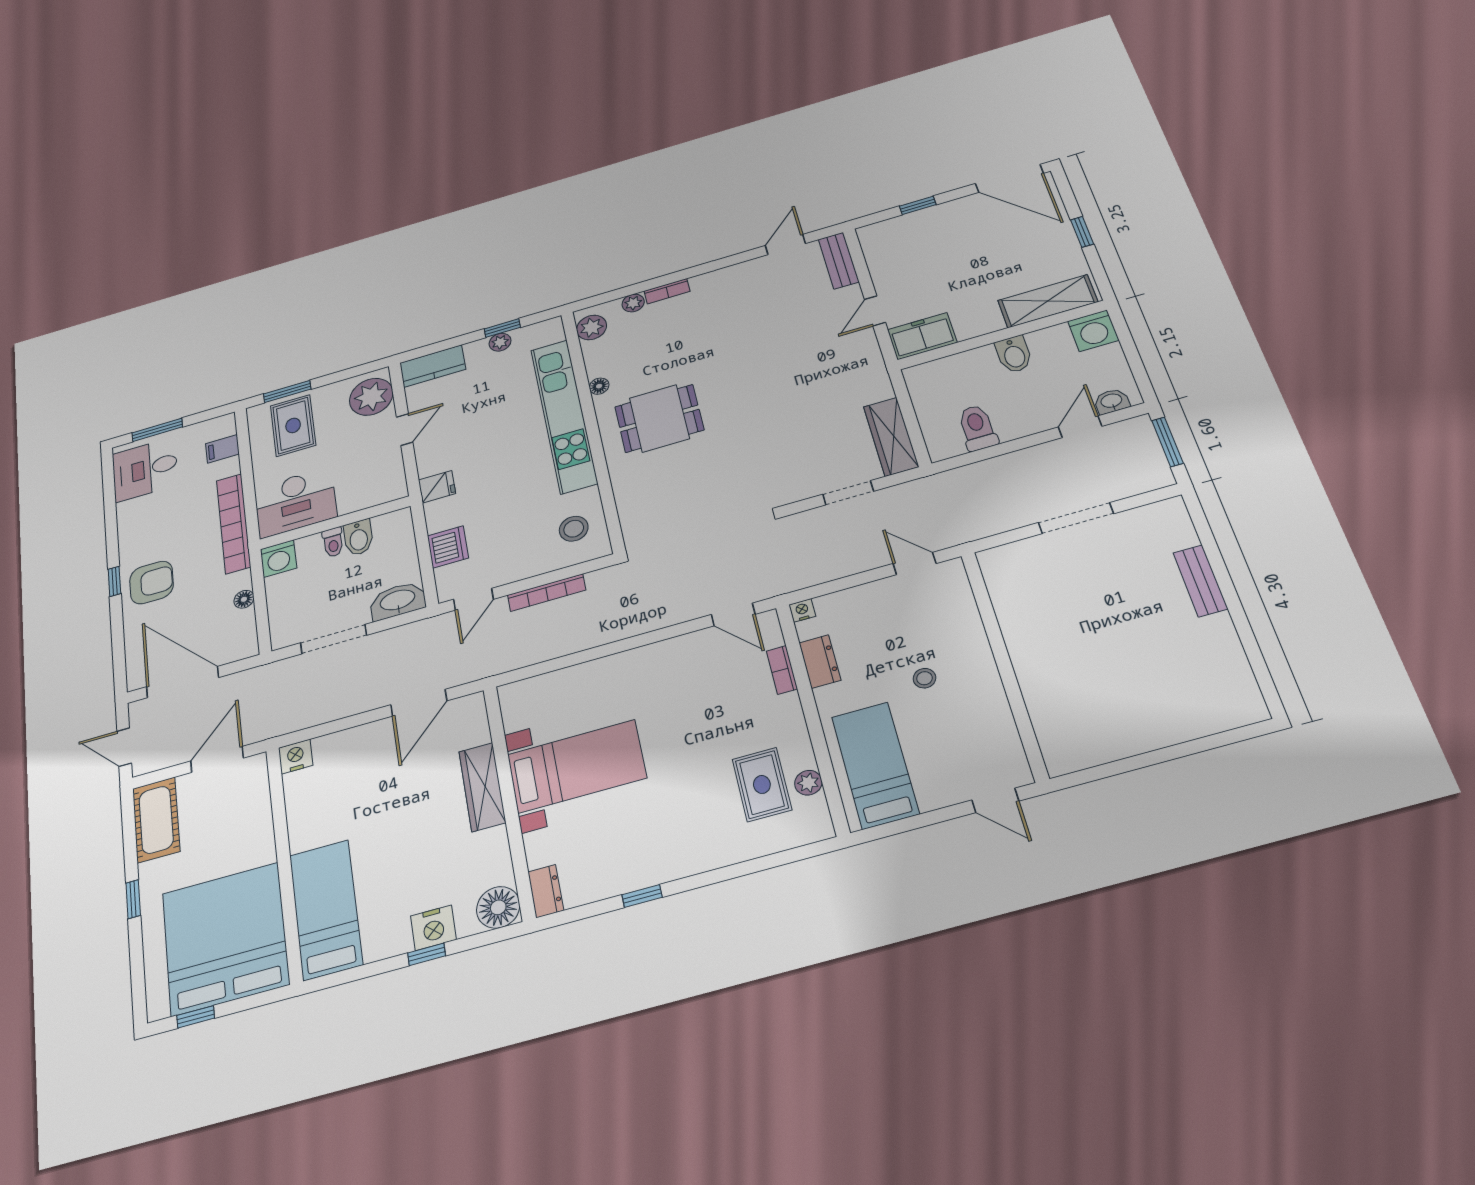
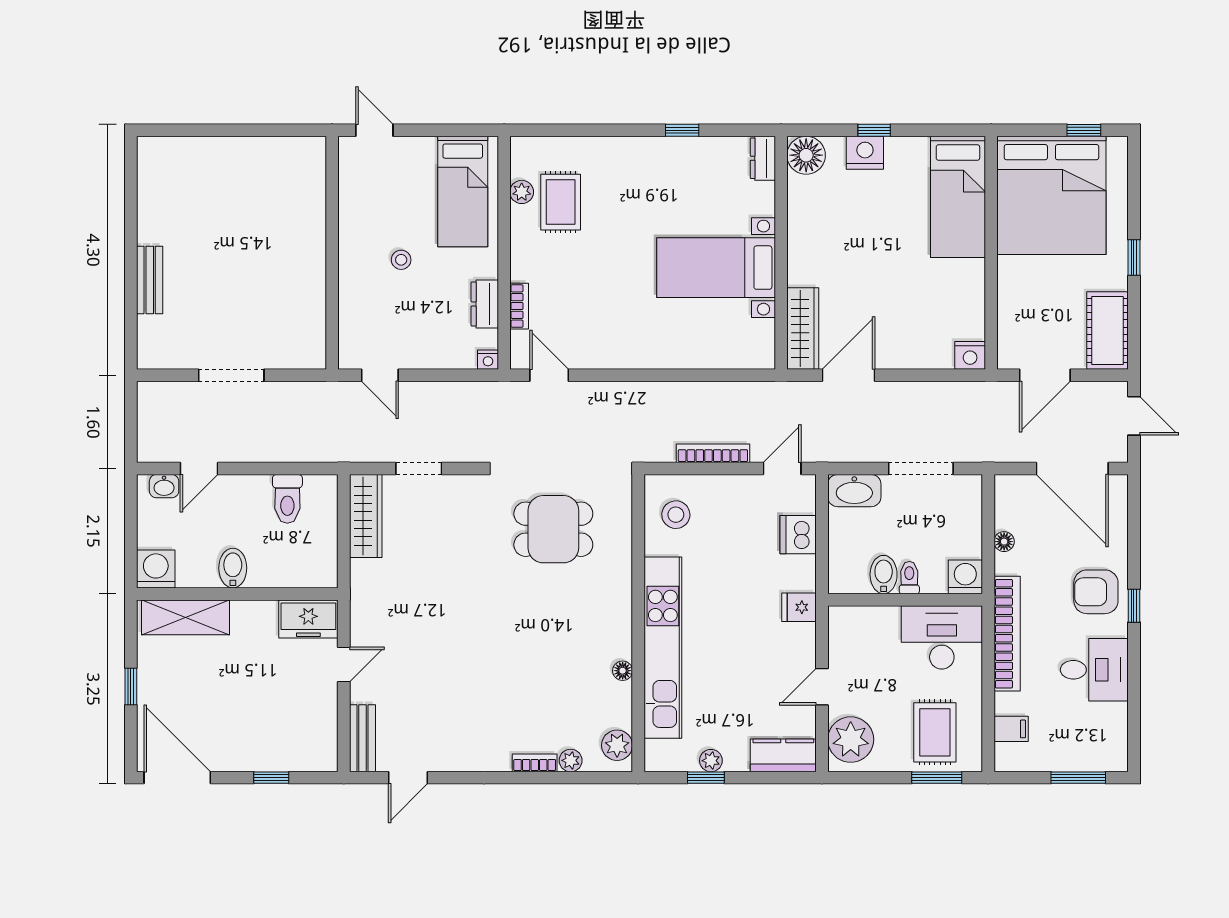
dining table: (659, 418) -> (553, 529), moved
window: (1168, 442) -> (131, 427), removed
desk: (145, 469) -> (1094, 670), moved
wardrobe: (482, 787) -> (803, 329), moved

